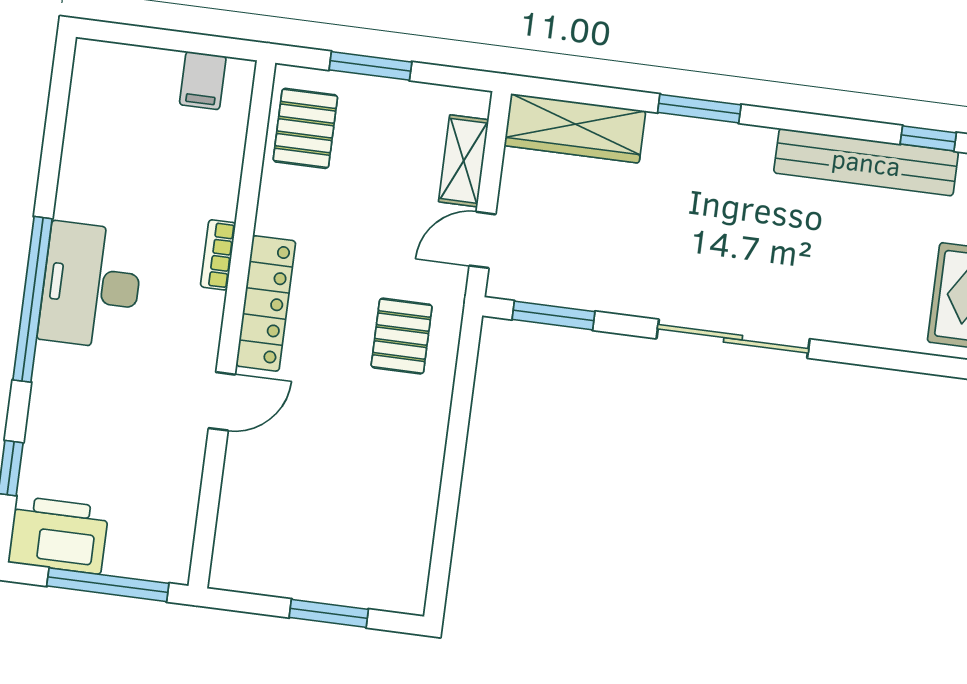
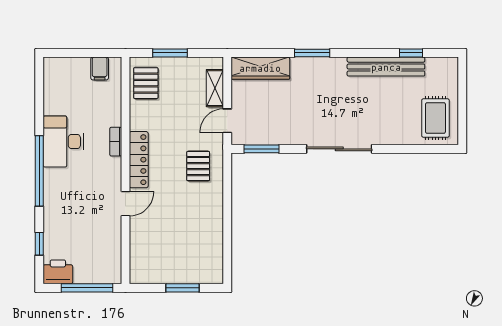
desk: (91, 286) -> (63, 141), moved
printer: (58, 535) -> (58, 272), width x0.73, depth x0.84

